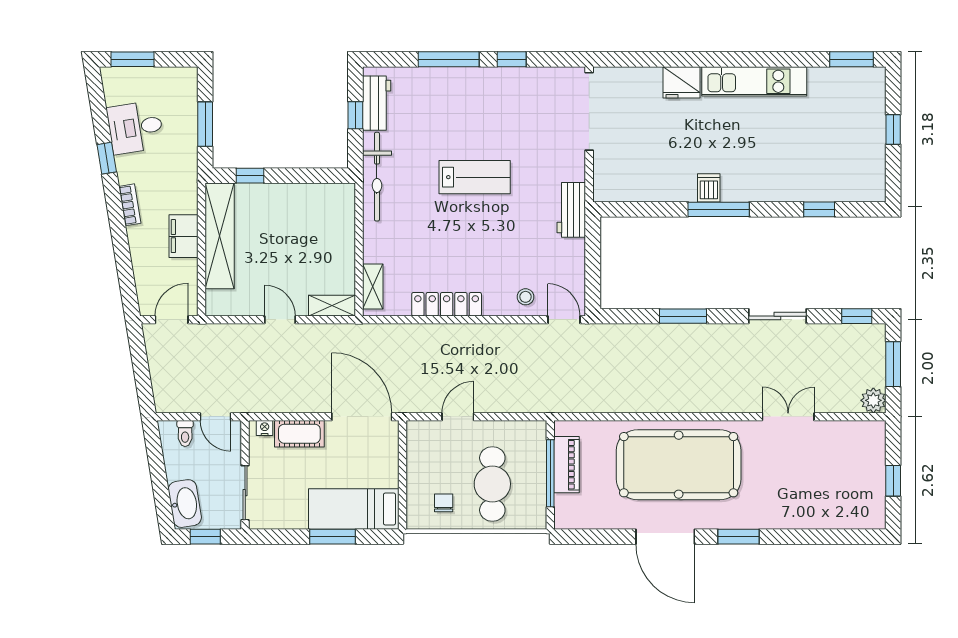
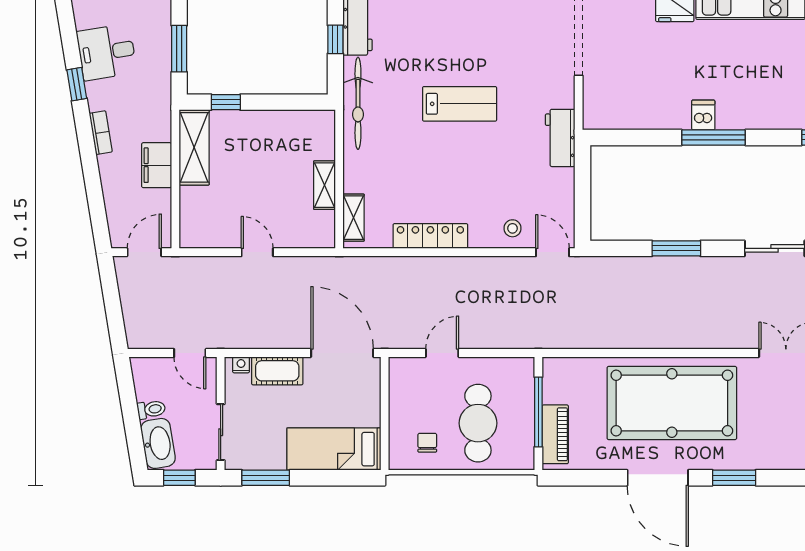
shelving: (220, 236) -> (194, 147), width x0.68
shelving: (332, 306) -> (324, 185), moved, turned 90
toilet: (185, 433) -> (151, 409), moved, turned -99
piano: (567, 465) -> (555, 434), moved
window: (333, 537) -> (266, 478), moved

